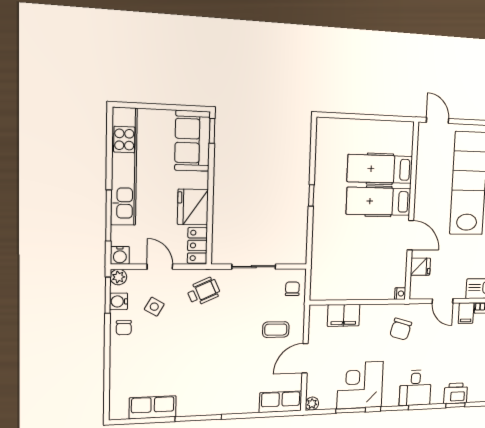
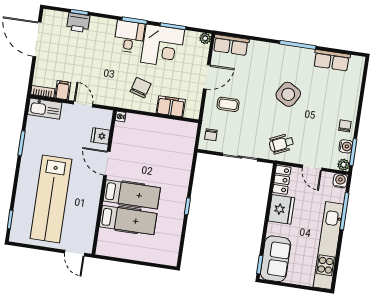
side table: (154, 307) -> (288, 94), moved, width x1.87, depth x1.87
chair: (401, 329) -> (141, 88), moved
desk: (415, 388) -> (129, 37), moved

